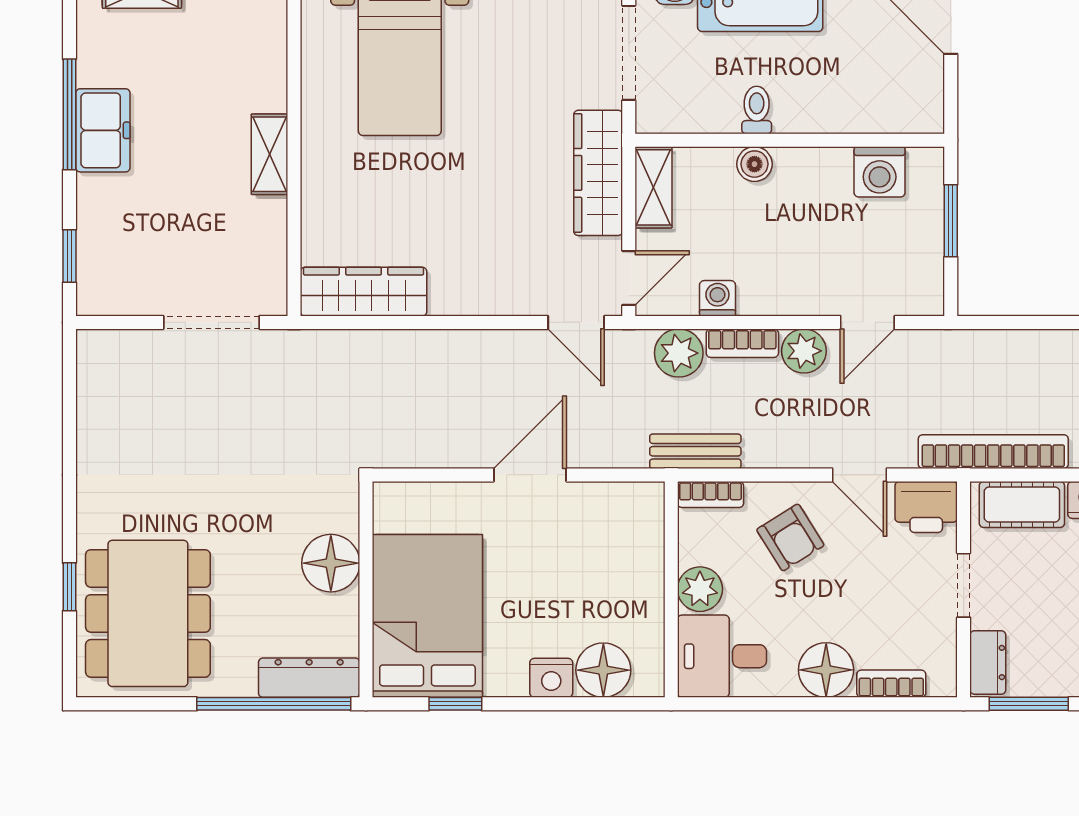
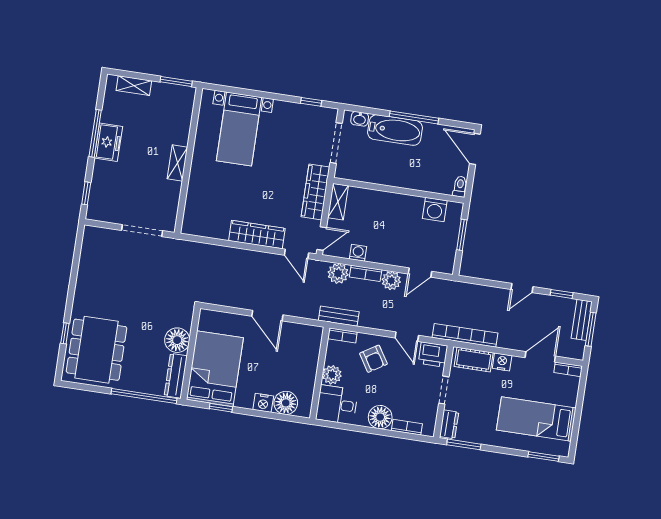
toilet: (757, 110) -> (460, 187), moved
boiler: (754, 164) -> (382, 198), removed
wardrobe: (364, 292) -> (257, 235), moved
door: (530, 475) -> (267, 316), swing flipped
dresser: (309, 678) -> (176, 376), moved, turned -90

